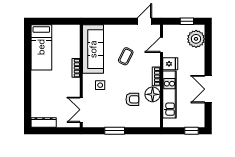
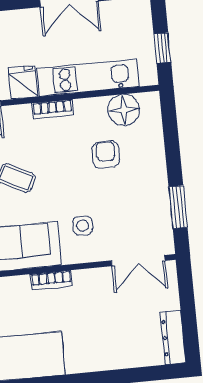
floor lamp: (153, 94) -> (124, 110), moved
window: (115, 131) -> (178, 207), moved
window: (191, 131) -> (162, 48), moved

